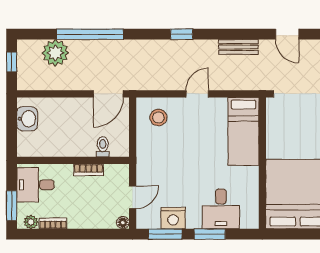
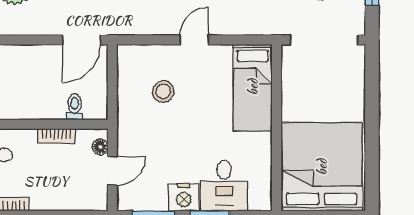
stool: (158, 117) -> (163, 91), moved
nightstand: (173, 218) -> (184, 197), moved
floor lamp: (123, 223) -> (100, 147), moved

